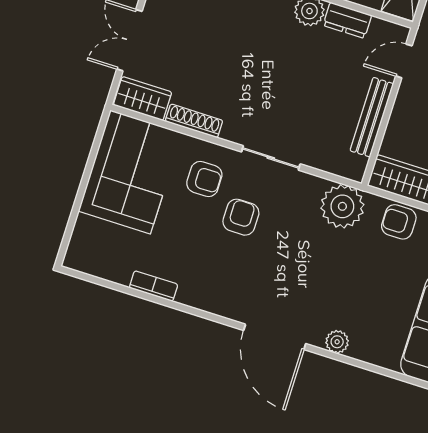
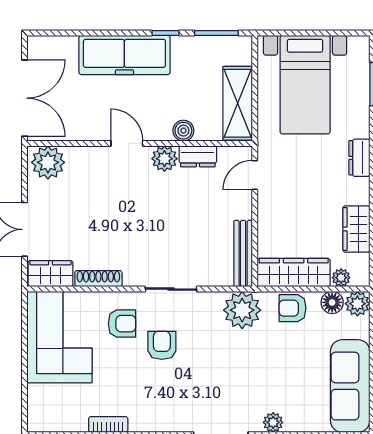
bench: (372, 117) -> (243, 254), moved

